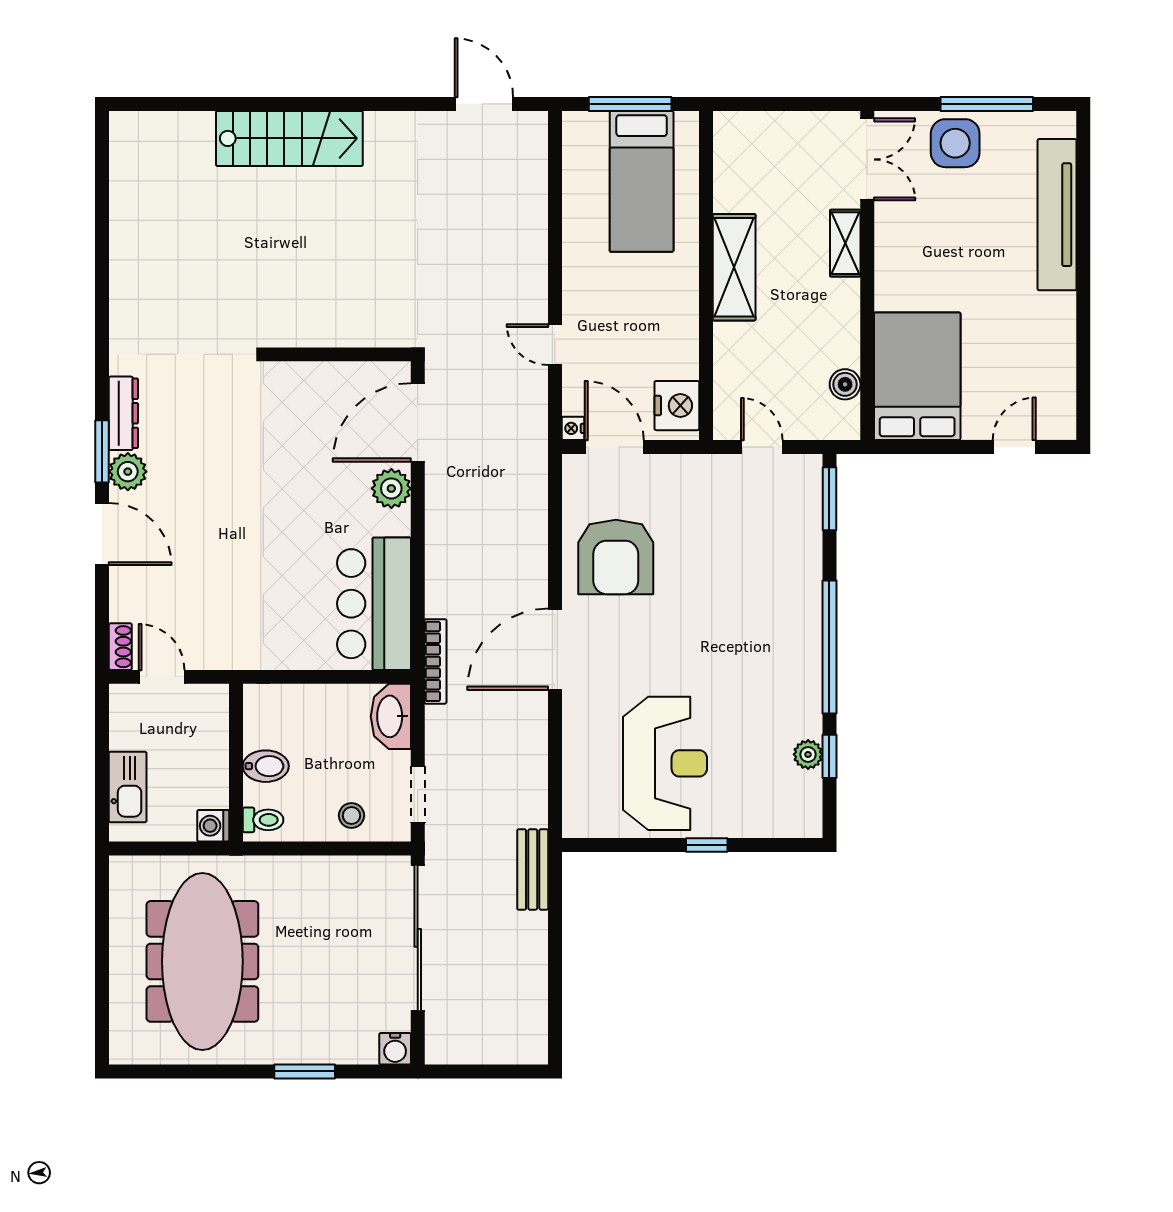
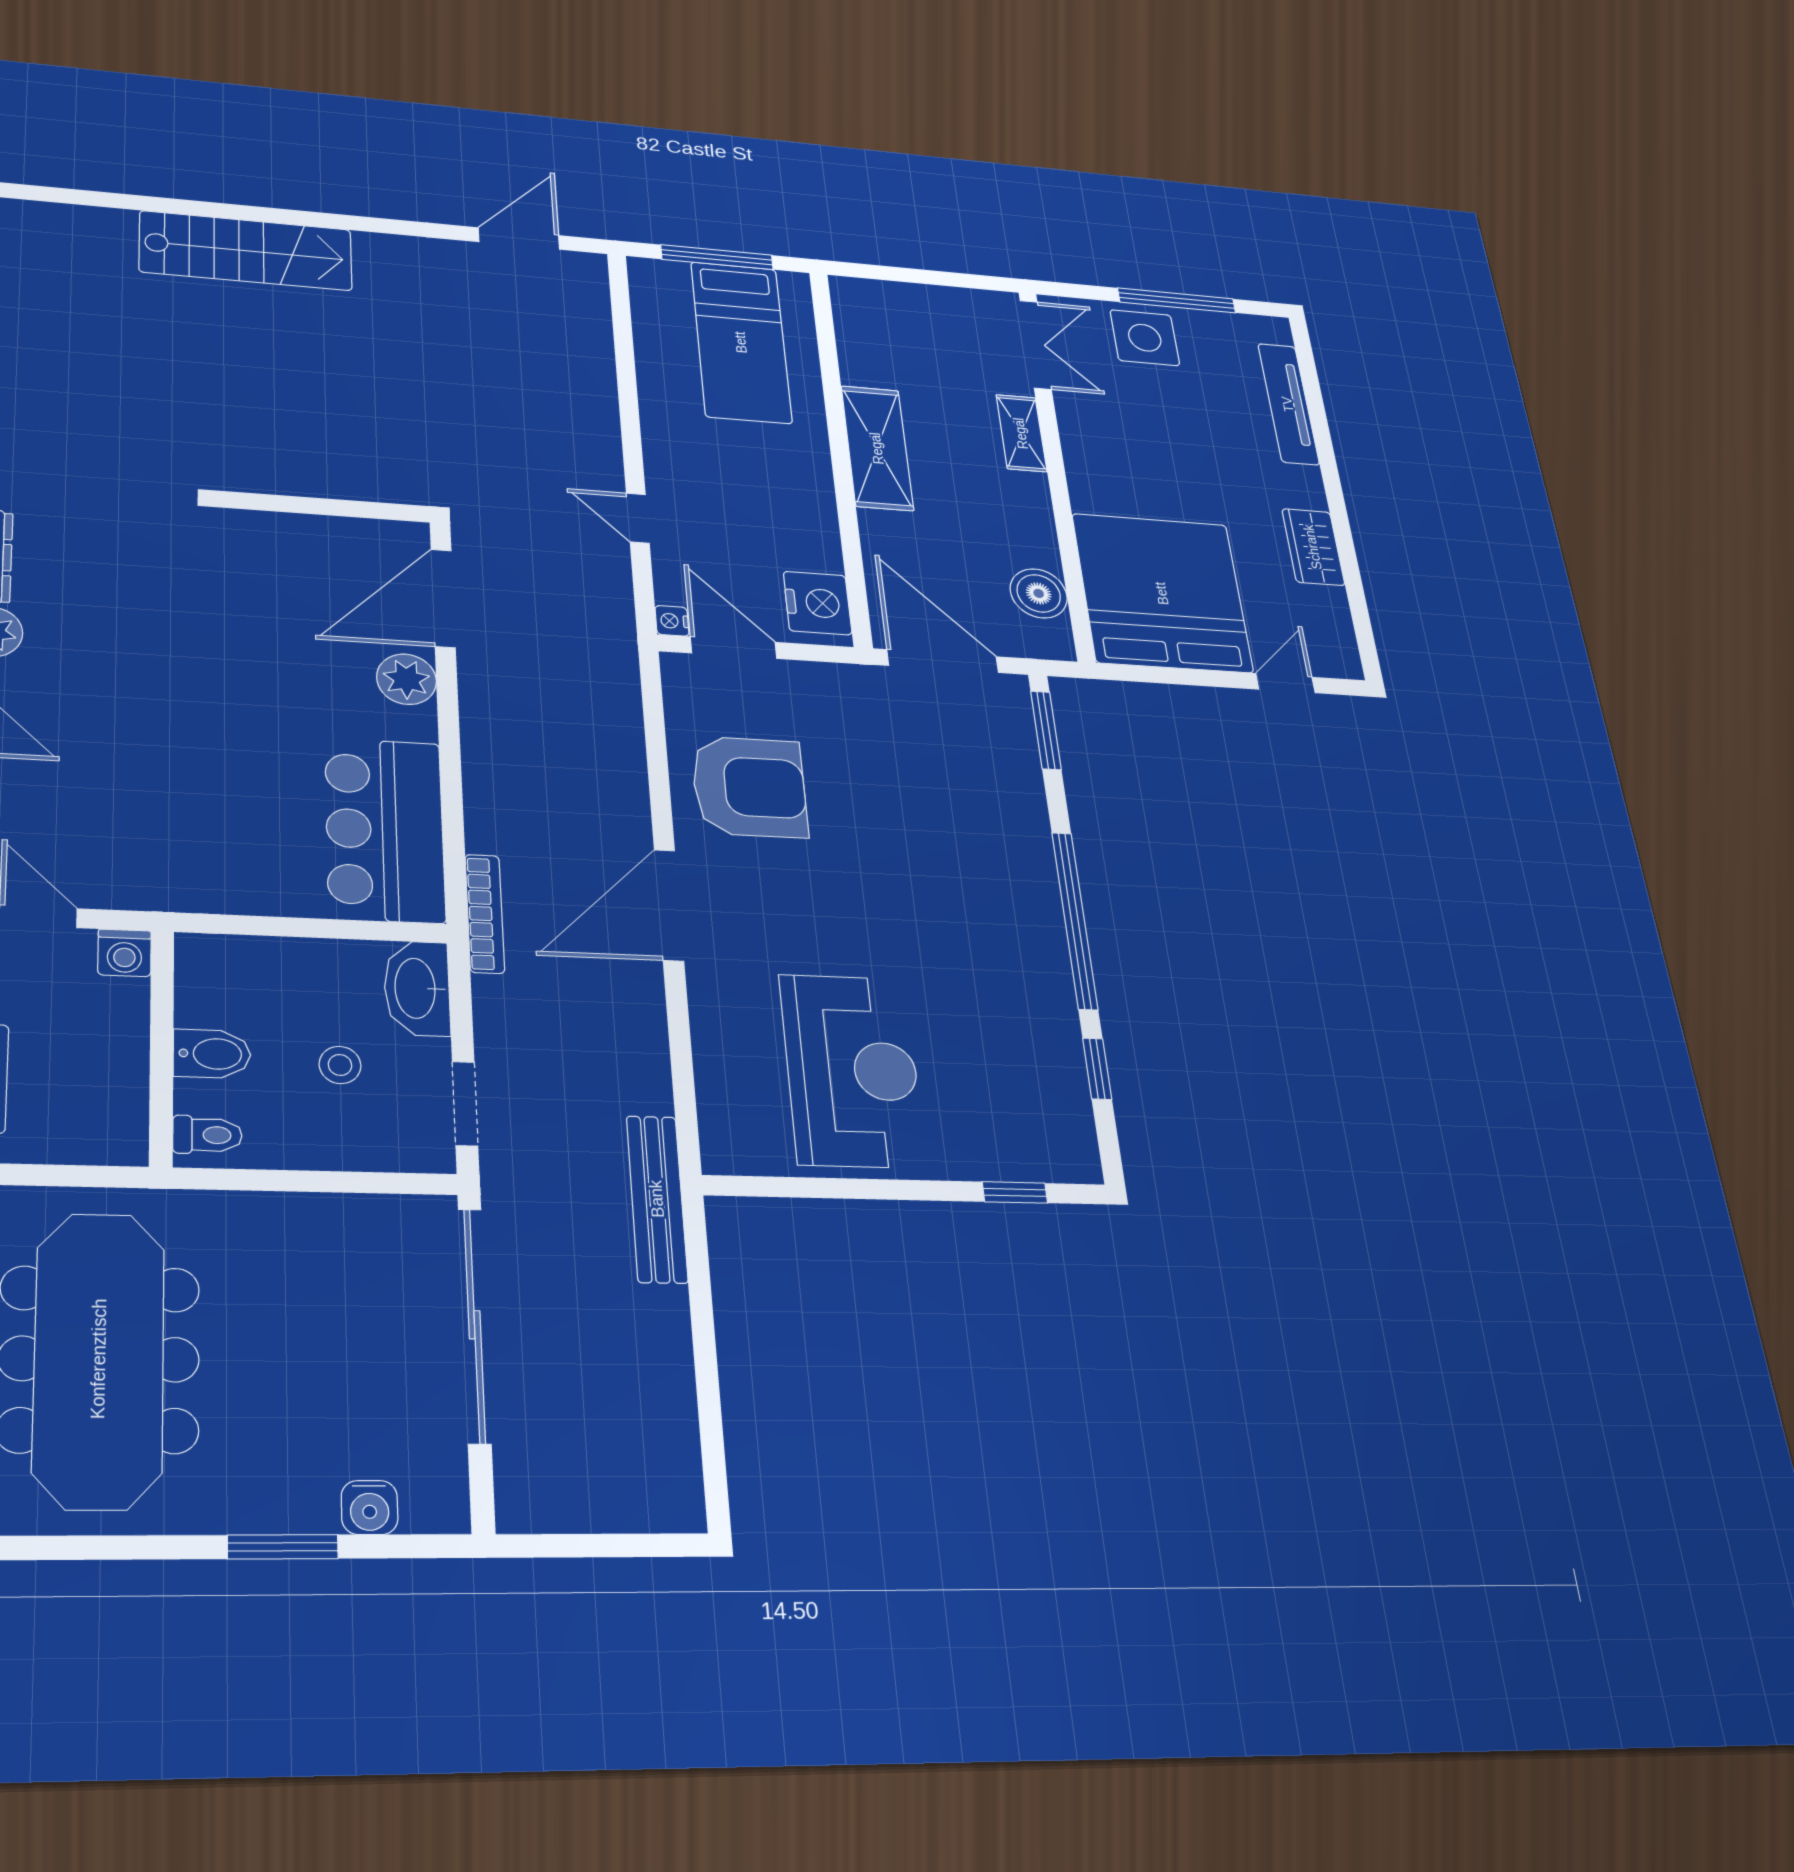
door: (484, 104) -> (519, 239), hinge flipped
tv unit: (1057, 215) -> (1288, 404), width x0.73, depth x0.78
wardrobe: (1057, 326) -> (1313, 547), added
bed: (917, 376) -> (1162, 593), width x1.36
boiler: (845, 384) -> (1039, 593), width x1.36, depth x1.36
door: (762, 447) -> (943, 661), width x1.87
armchair: (616, 557) -> (749, 787), turned -90
plant: (808, 754) -> (1065, 1065), removed
stool: (351, 816) -> (340, 1065), moved
washing machine: (213, 826) -> (124, 953), moved, turned -90
window: (707, 845) -> (1015, 1192), moved
bench: (533, 869) -> (657, 1199), width x1.36
water cooler: (395, 1049) -> (370, 1507), moved

